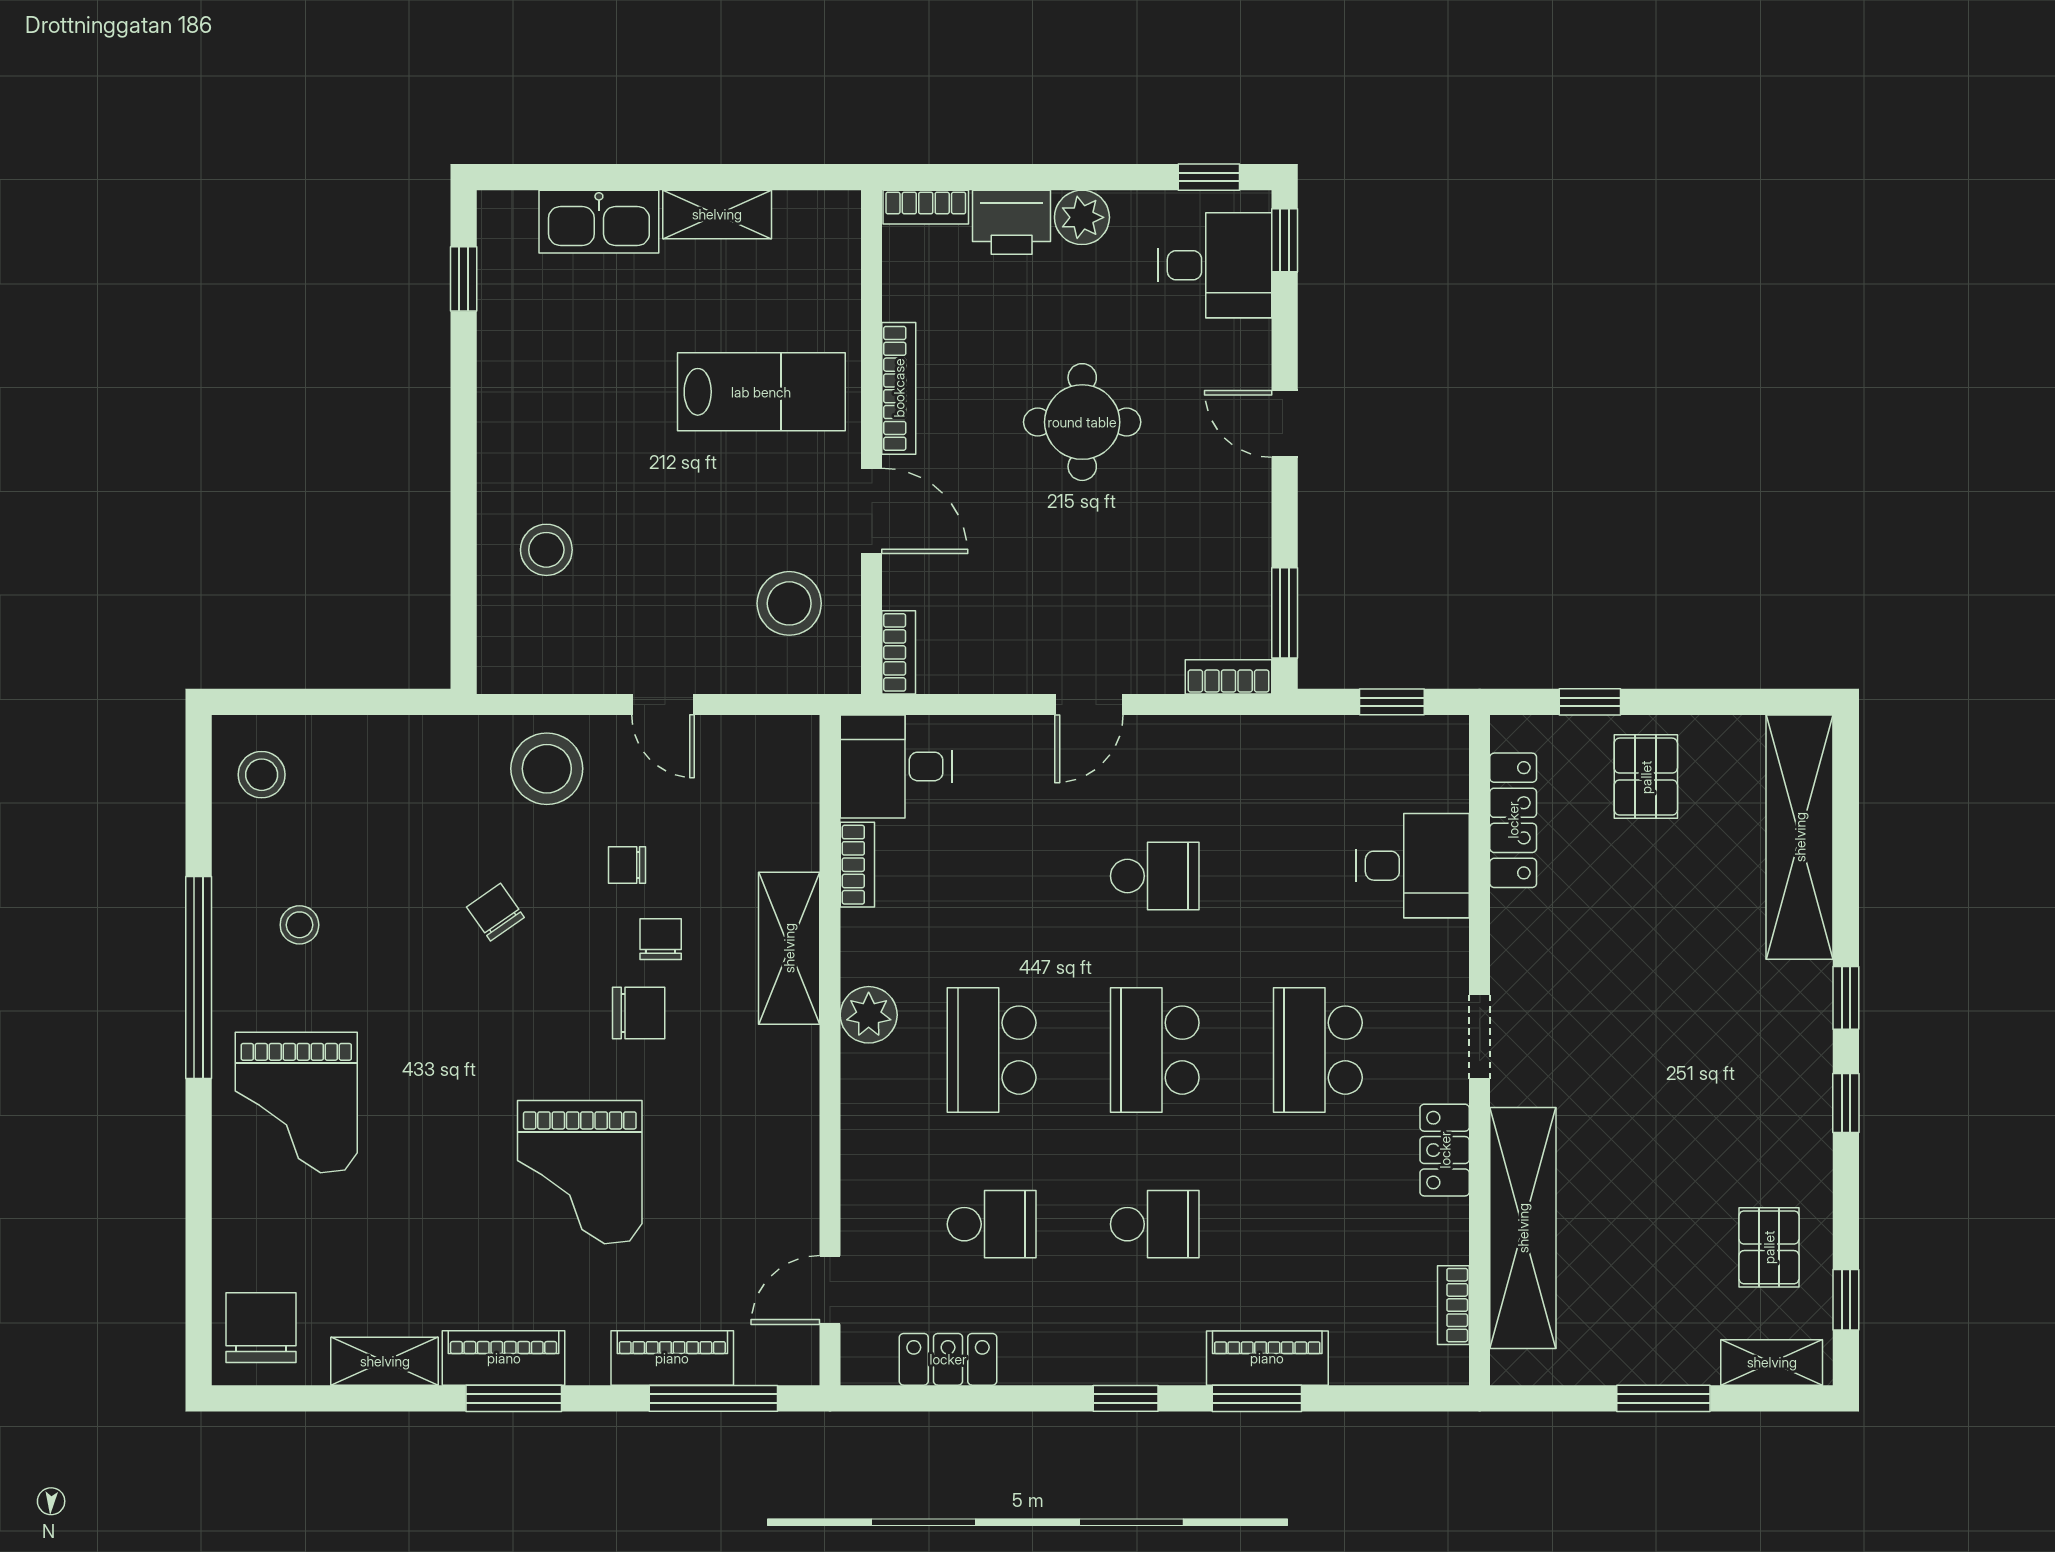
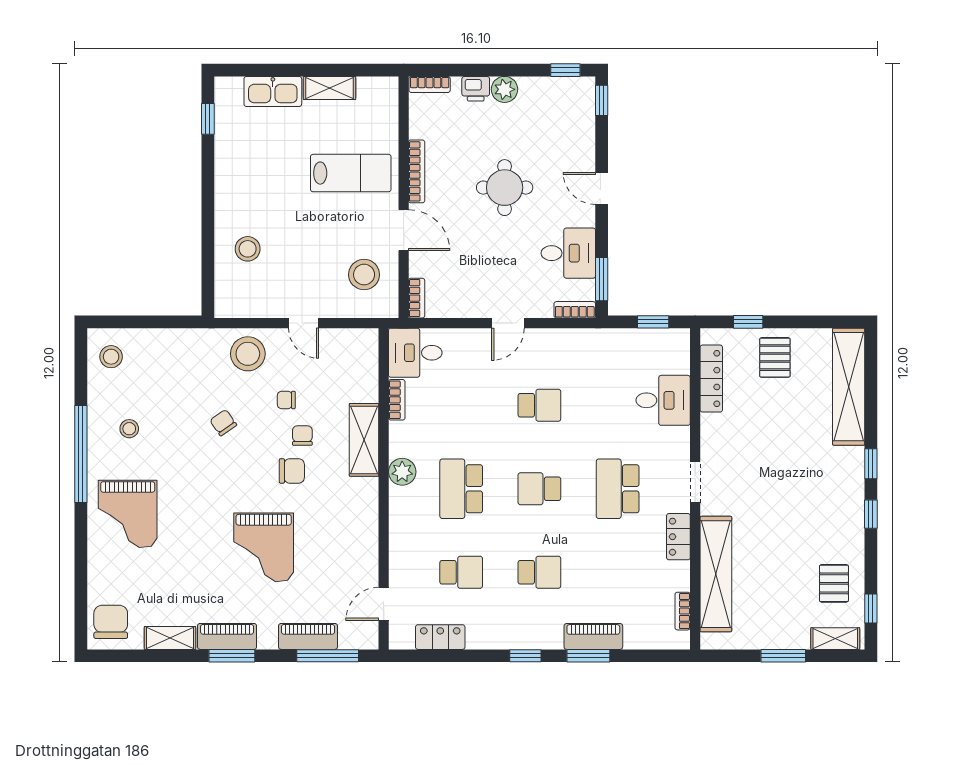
printer: (1012, 222) -> (476, 89), width x0.73, depth x0.81
desk: (1215, 265) -> (568, 253), moved
school desk: (1155, 1050) -> (539, 489), width x0.54

